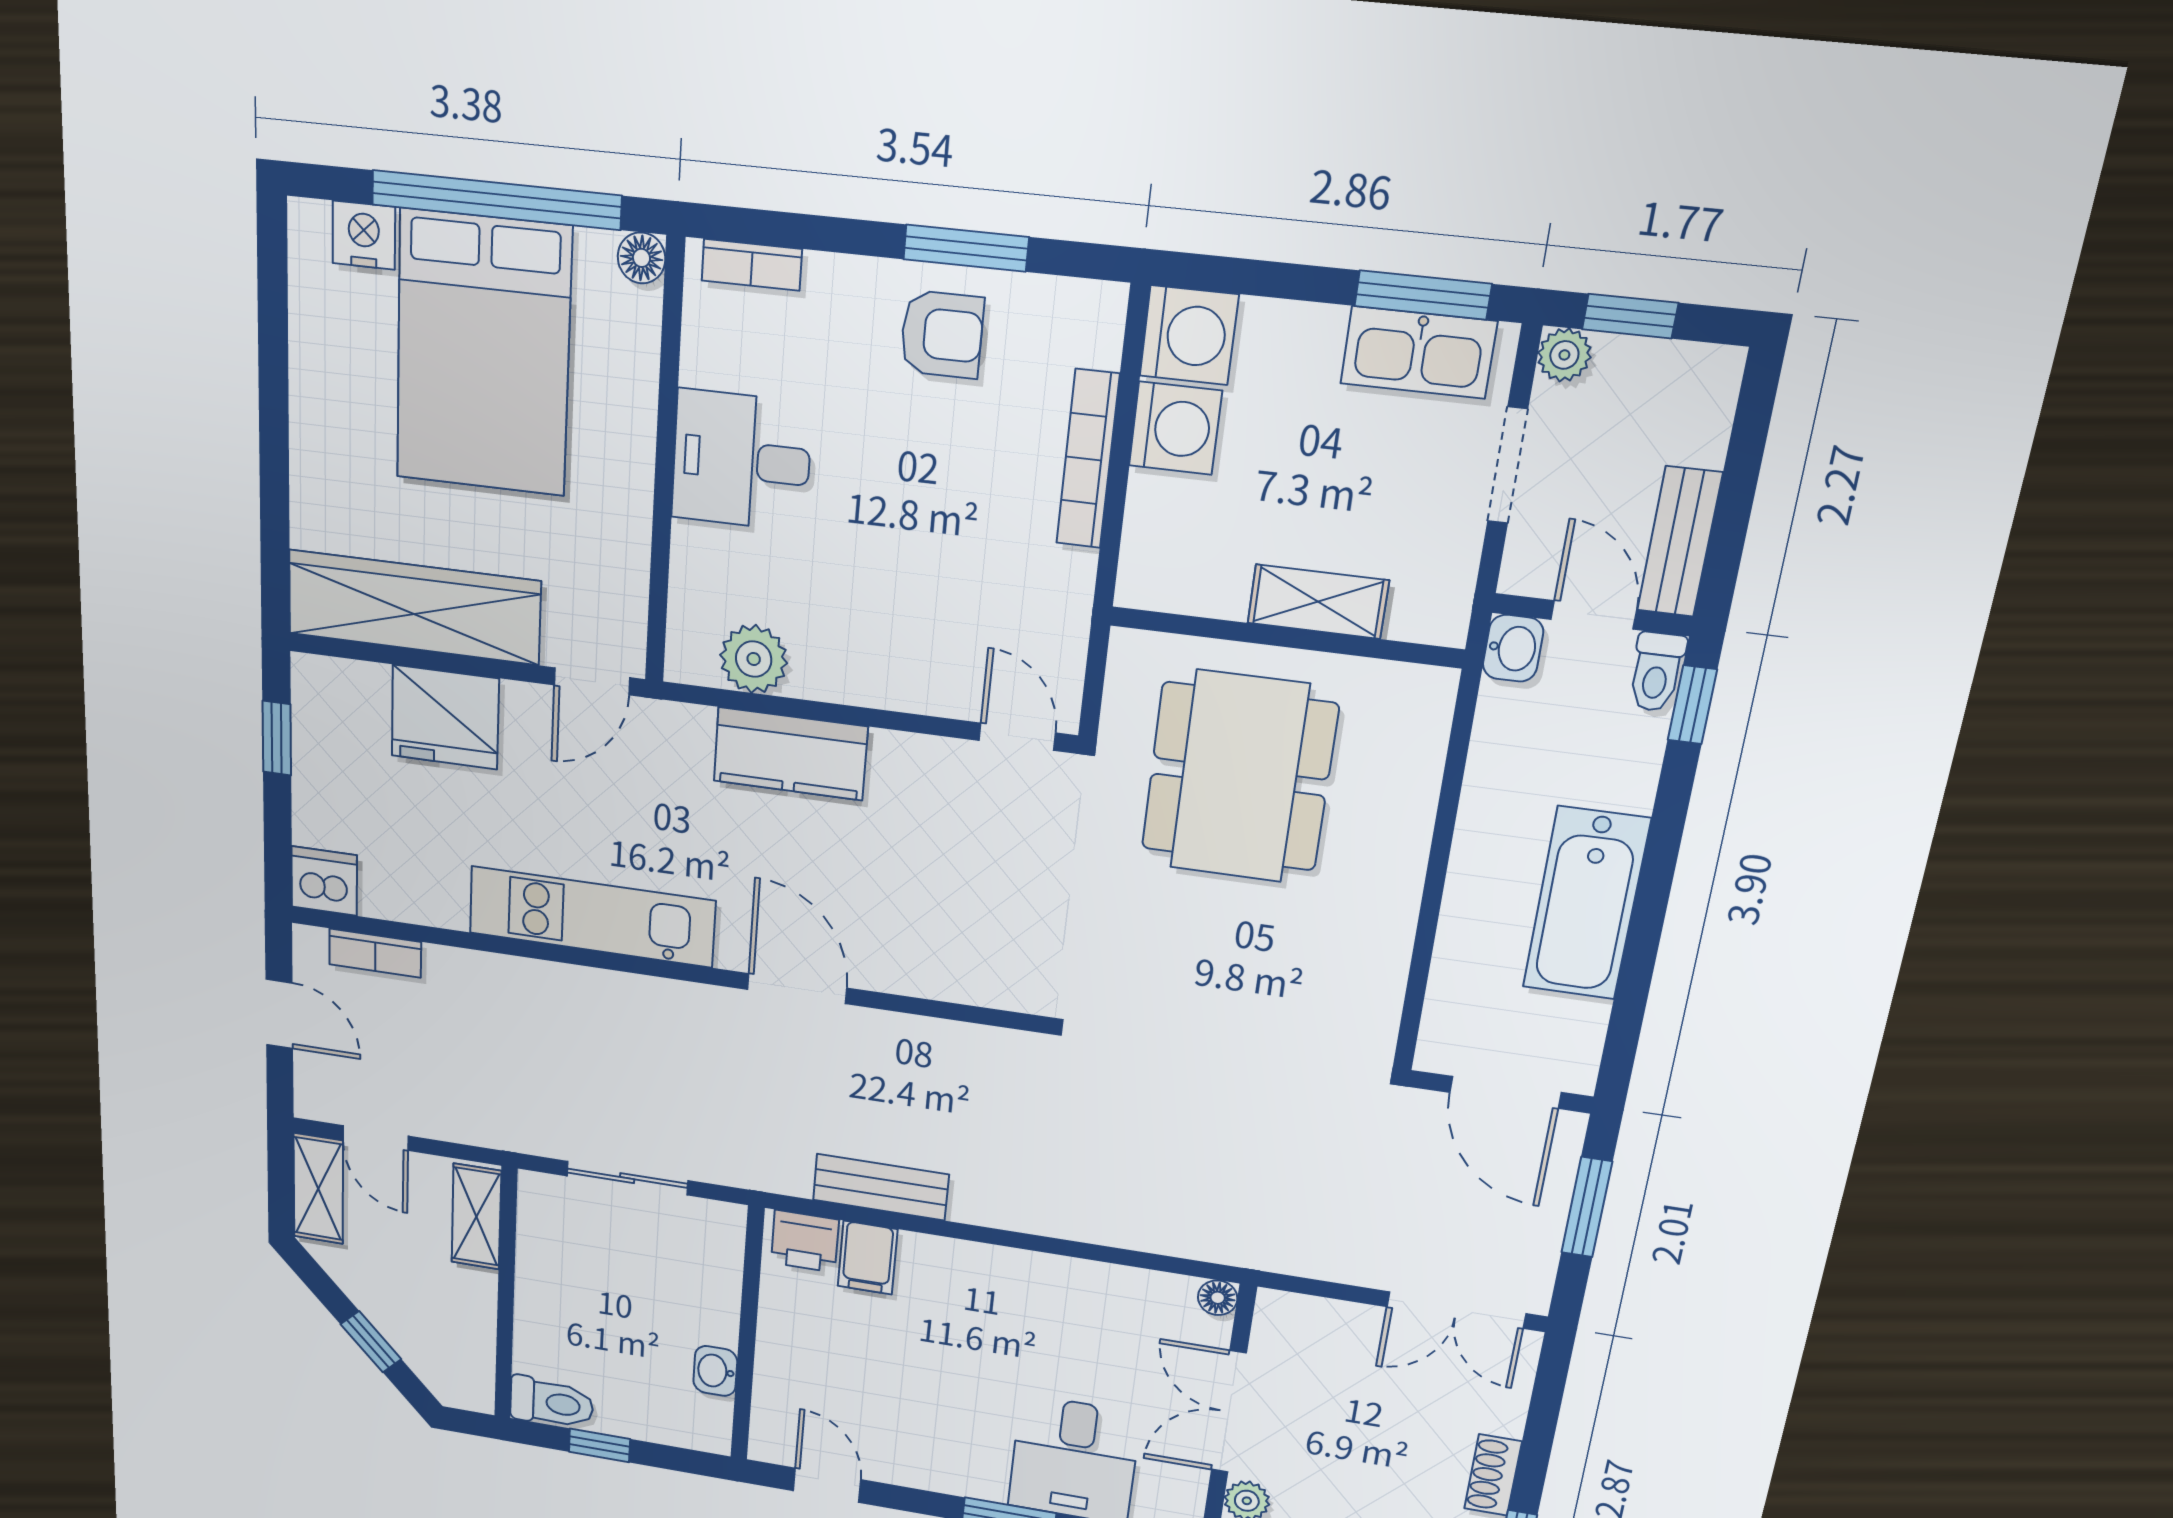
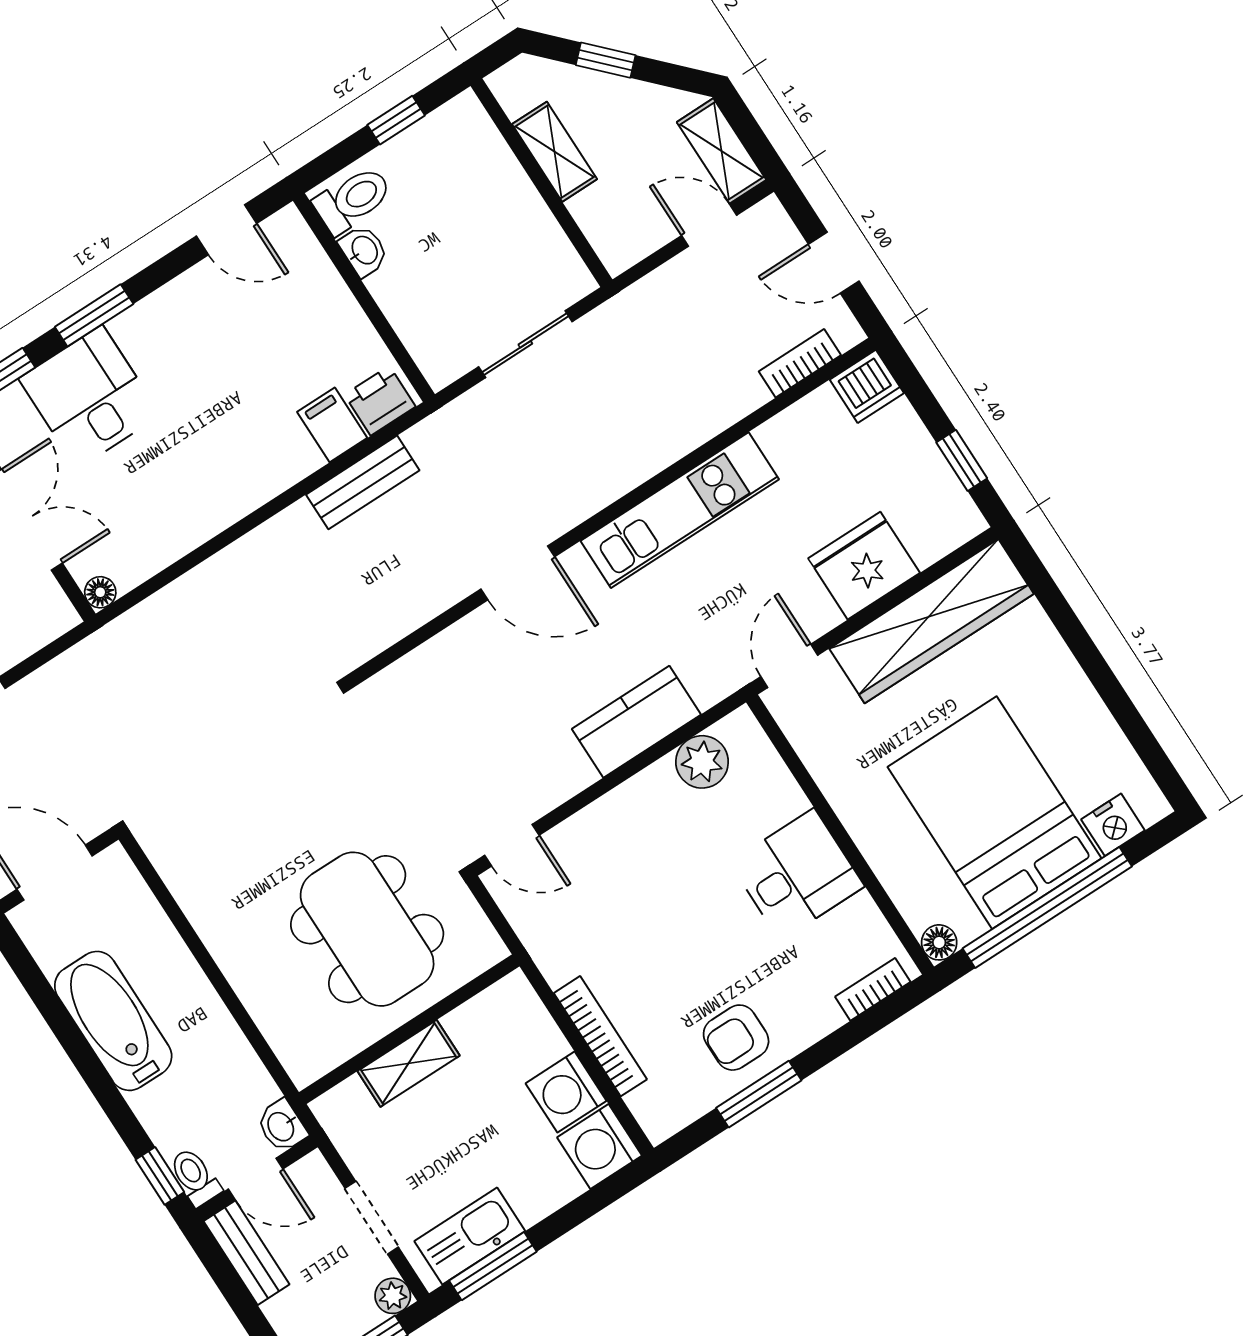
shelving: (476, 1217) -> (555, 152), moved
toilet: (552, 1403) -> (353, 200), moved, turned 180

